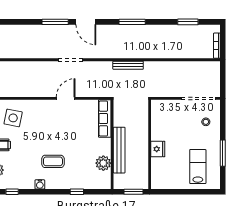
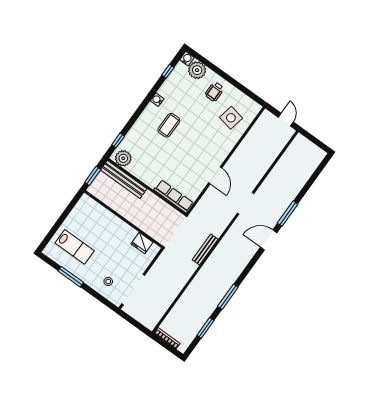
window: (132, 22) -> (228, 297), moved
fridge: (158, 149) -> (142, 243), moved
bench: (119, 150) -> (124, 179), moved
plant: (103, 163) -> (123, 158), moved
window: (77, 192) -> (118, 140), moved

